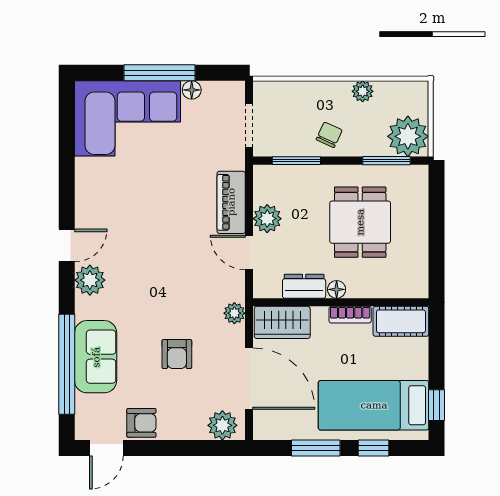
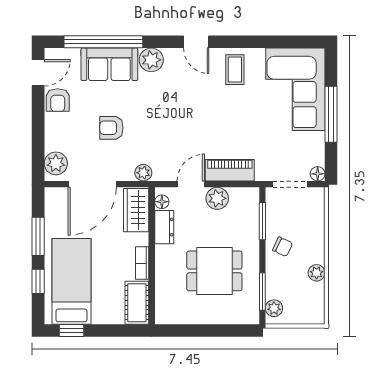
floor lamp: (192, 90) -> (318, 174), moved
plant: (408, 136) -> (274, 308), width x0.53, depth x0.53
coffee table: (102, 196) -> (235, 70), added
plant: (90, 280) -> (151, 60), moved
floor lamp: (337, 289) -> (162, 202), moved
door: (106, 448) -> (38, 73), swing flipped

